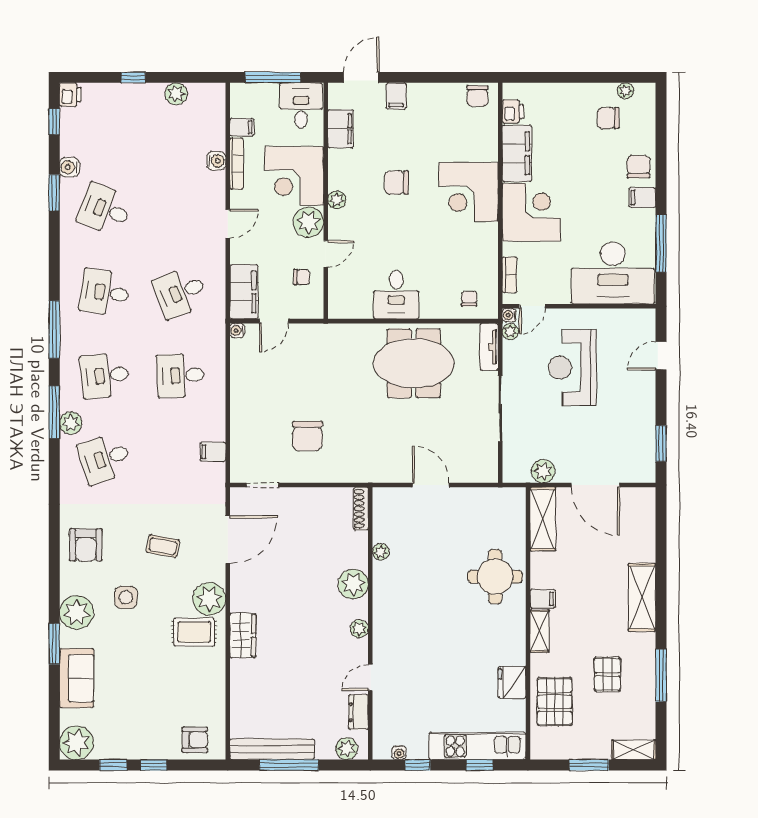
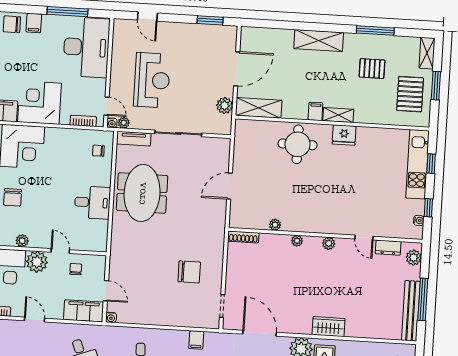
reception desk: (572, 368) -> (152, 80), turned -90
plant: (353, 584) -> (297, 241), width x0.53, depth x0.53
fridge: (512, 682) -> (344, 135), moved
pallet: (555, 702) -> (410, 94), moved, turned 90

